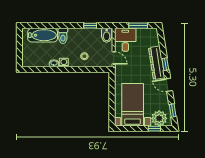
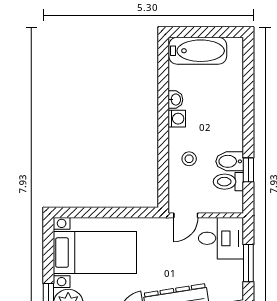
bathtub: (43, 35) -> (198, 51), moved, turned -90
bidet: (107, 35) -> (230, 161), moved
toilet: (63, 36) -> (228, 182), moved

